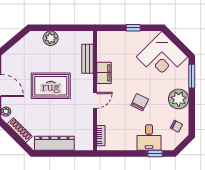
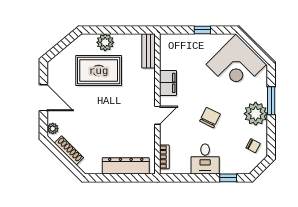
bench: (87, 59) -> (148, 51), moved
window: (192, 76) -> (271, 101), moved
rug: (51, 86) -> (99, 71), moved
desk: (149, 137) -> (205, 159), moved
dresser: (54, 143) -> (126, 166), moved

